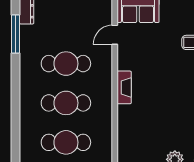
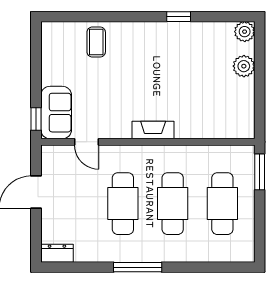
window: (16, 34) -> (138, 267), moved

